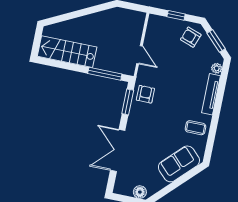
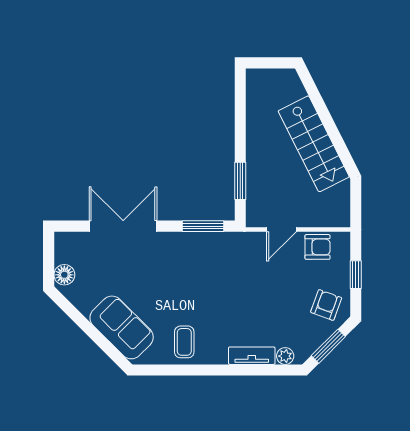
stairs: (67, 52) -> (314, 144), moved, turned 153
window: (105, 74) -> (240, 181), width x0.69
armchair: (145, 94) -> (318, 247), moved
tv unit: (211, 94) -> (252, 356), width x0.71

